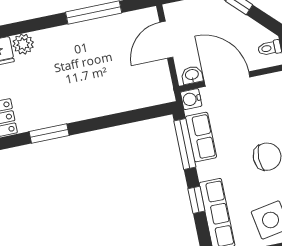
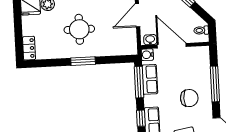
round table: (79, 76) -> (79, 29), added
window: (49, 134) -> (83, 61), moved

